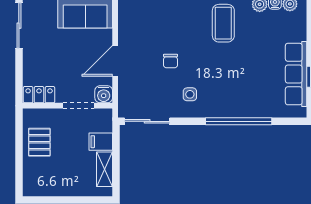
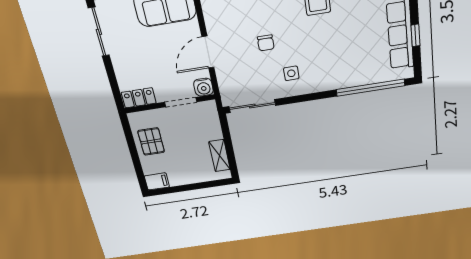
window: (239, 121) -> (370, 88), moved
filing cabinet: (101, 142) -> (157, 181), moved, turned 180

